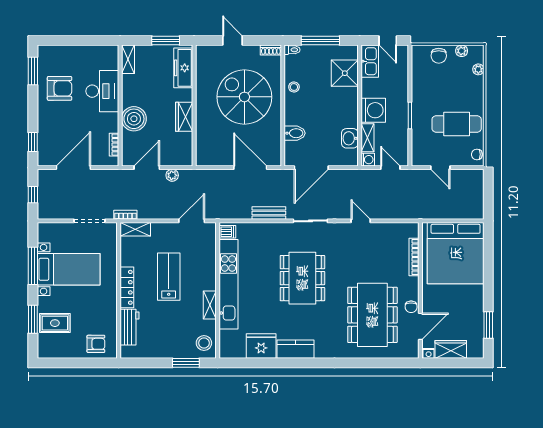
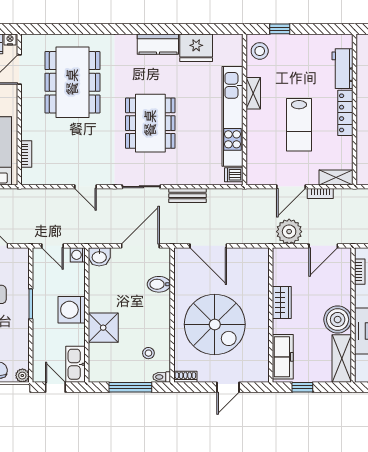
window: (166, 41) -> (302, 387), width x0.67
door: (232, 41) -> (228, 387), hinge flipped
plant: (418, 51) -> (22, 376), added
shelving: (128, 59) -> (342, 358), width x1.50, depth x1.33
shower: (345, 73) -> (103, 328), moved
stool: (294, 87) -> (148, 353), moved
boiler: (134, 119) -> (338, 320), moved
washbasin: (350, 138) -> (99, 257), moved, turned 90
shelving: (368, 138) -> (78, 279), removed
plant: (172, 175) -> (289, 232), width x1.88, depth x1.88
bookcase: (125, 215) -> (320, 193), moved
door: (192, 221) -> (291, 187), moved
bookcase: (414, 257) -> (26, 154), width x0.64
chair: (411, 307) -> (29, 91), removed
window: (186, 363) -> (280, 29), width x0.67

